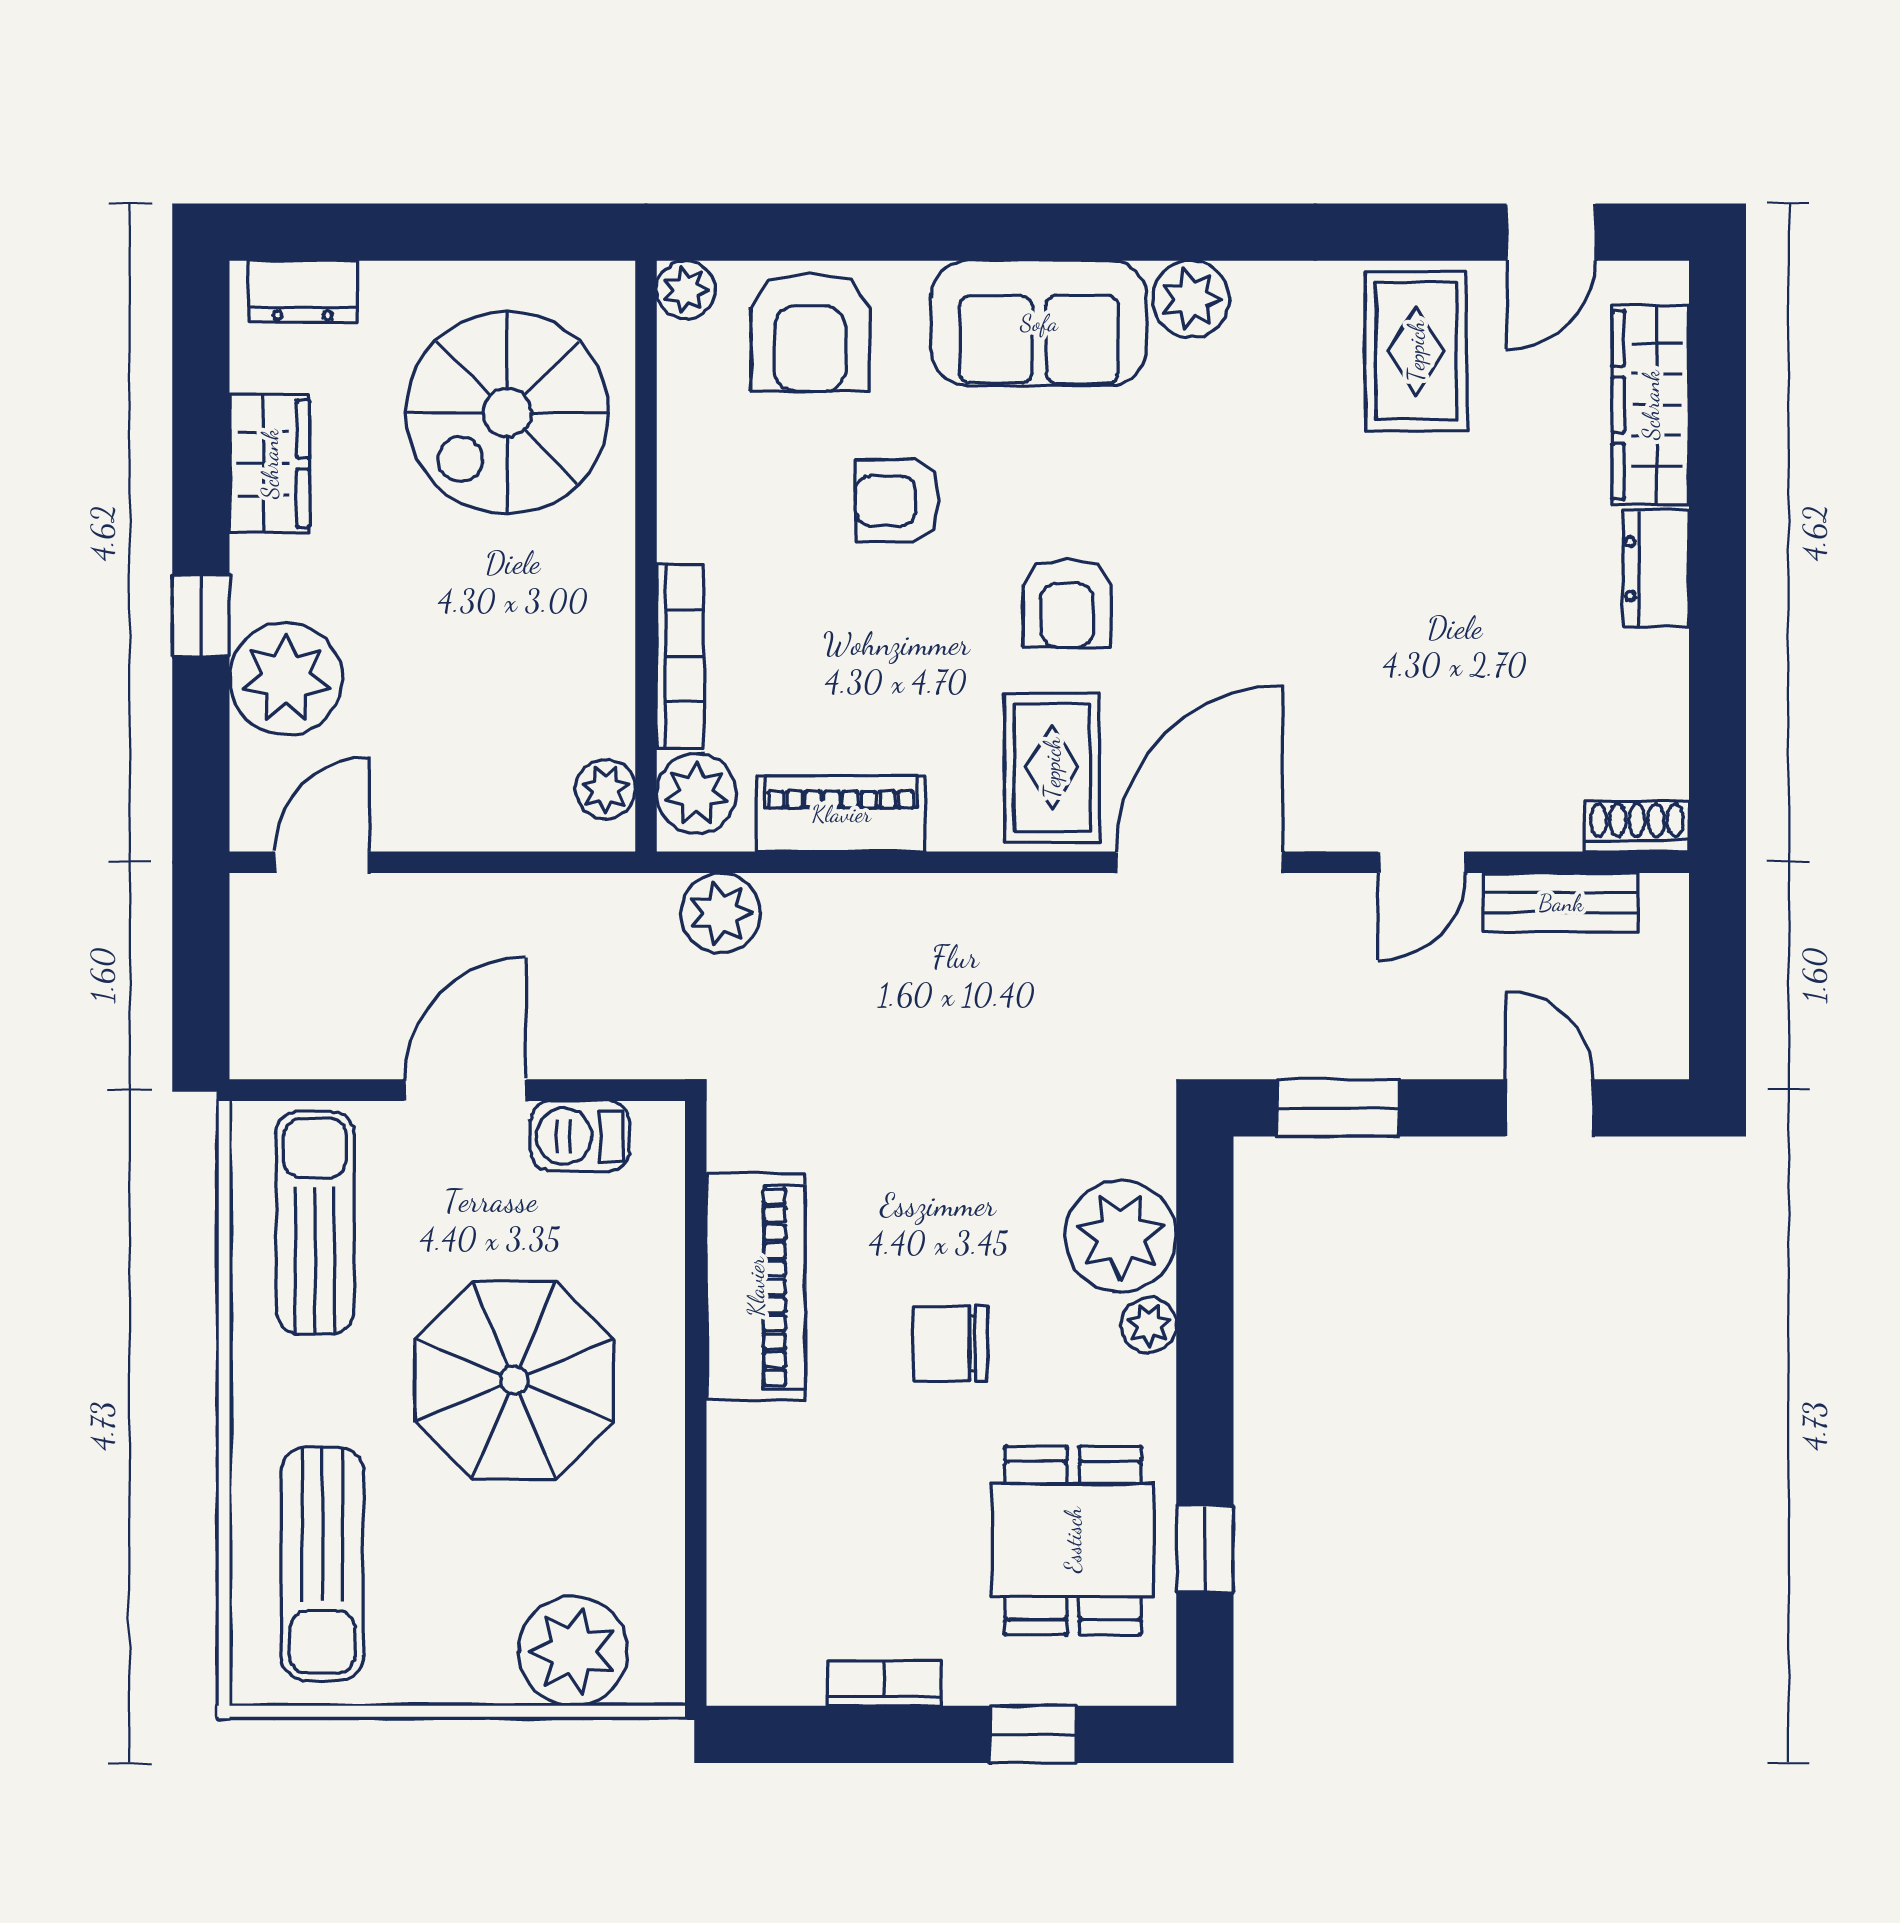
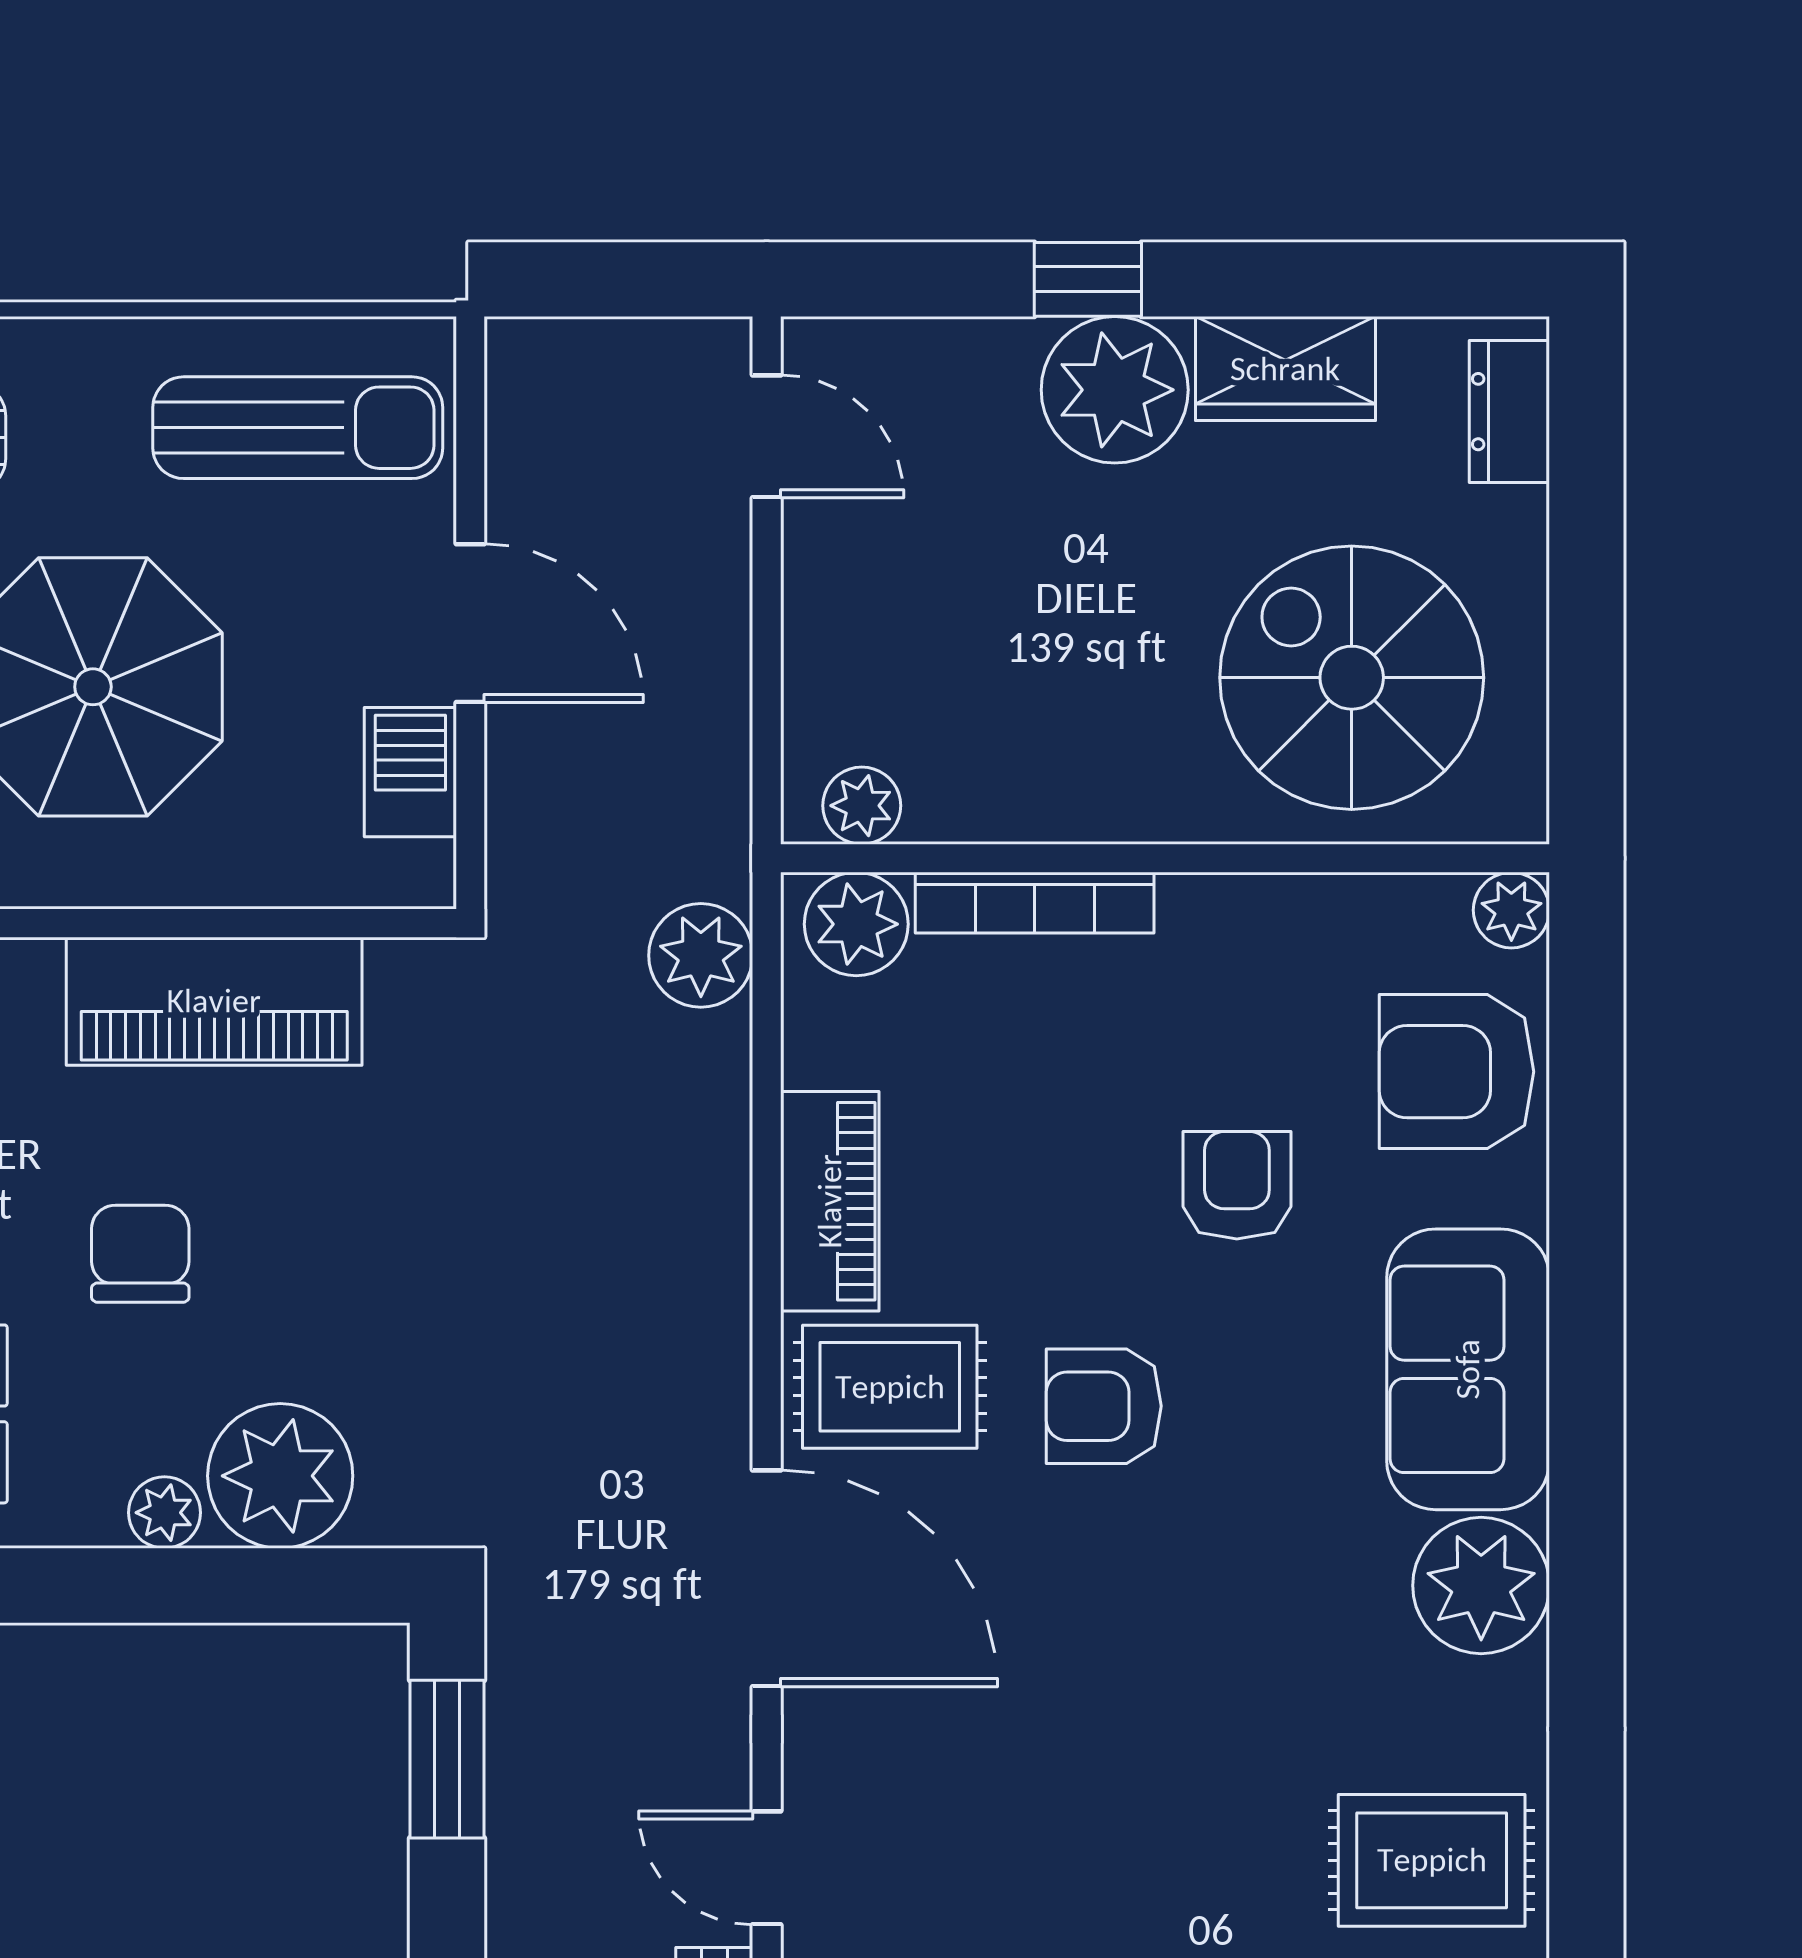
plant: (1191, 299) -> (1481, 1585), width x1.36, depth x1.36
plant: (286, 679) -> (1115, 390), moved
piano: (841, 814) -> (830, 1201), moved

